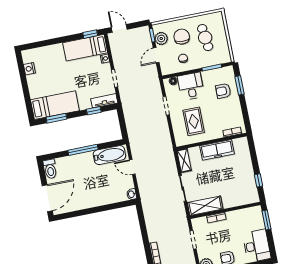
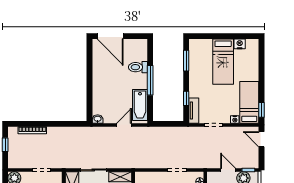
door: (119, 28) -> (262, 139), swing flipped
bed: (55, 105) -> (223, 62), moved
toilet: (50, 169) -> (138, 67), moved

